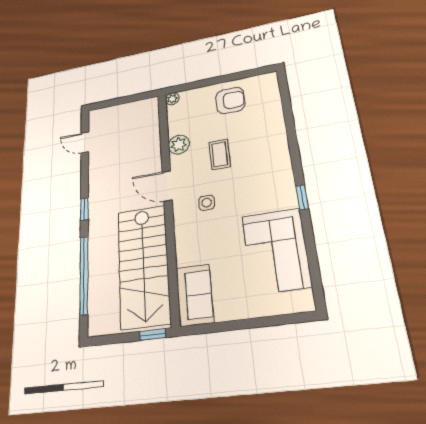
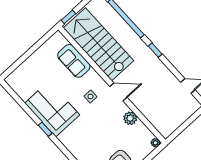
coffee table: (220, 154) -> (103, 126), removed
corner sofa: (276, 251) -> (52, 109), moved
sofa: (195, 295) -> (74, 61), moved

